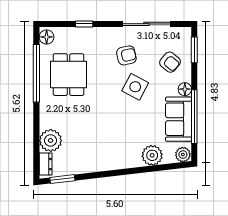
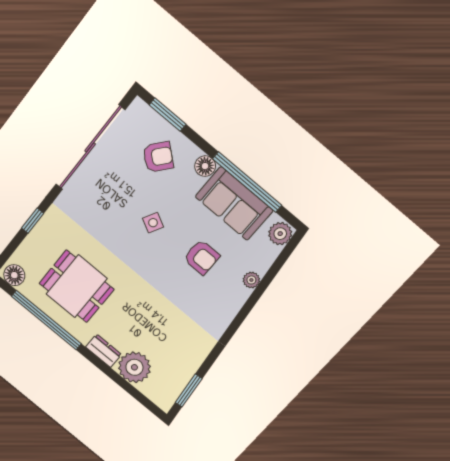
sliding door: (146, 24) -> (90, 147), width x1.36
armchair: (126, 55) -> (202, 257), moved, turned 102
side table: (135, 87) -> (153, 223), width x0.54, depth x0.54
plant: (152, 155) -> (251, 280), width x0.53, depth x0.53
dresser: (46, 164) -> (104, 351), moved

